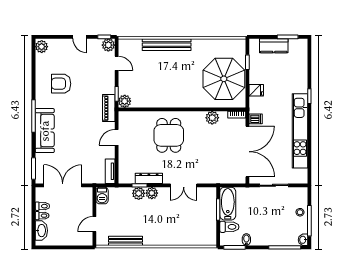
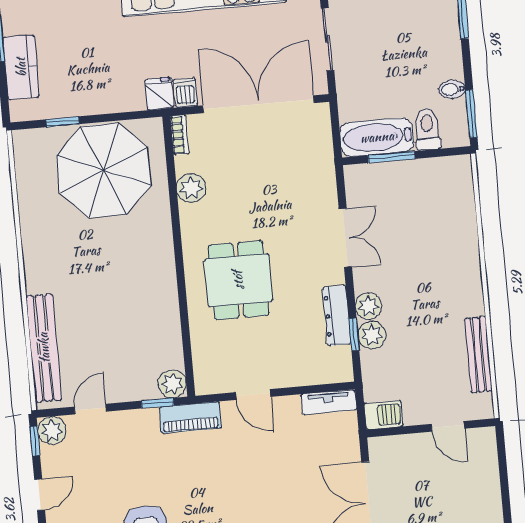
bench: (167, 45) -> (44, 348), moved
fridge: (256, 90) -> (159, 94), moved
dining table: (169, 135) -> (238, 280), turned 90

